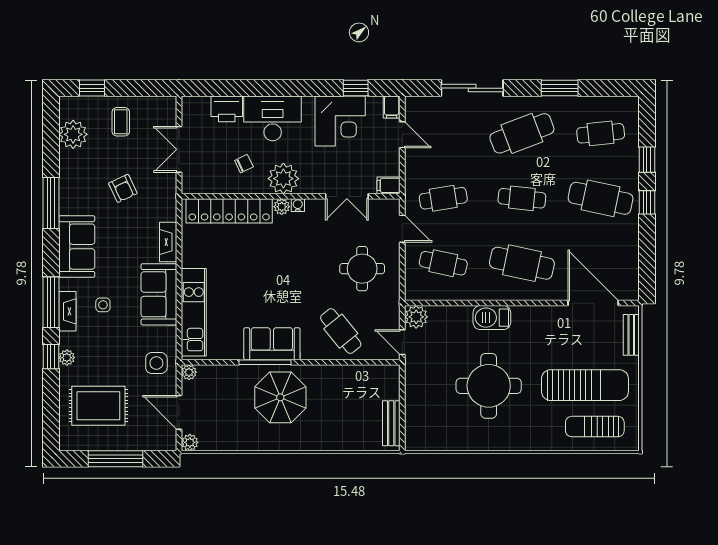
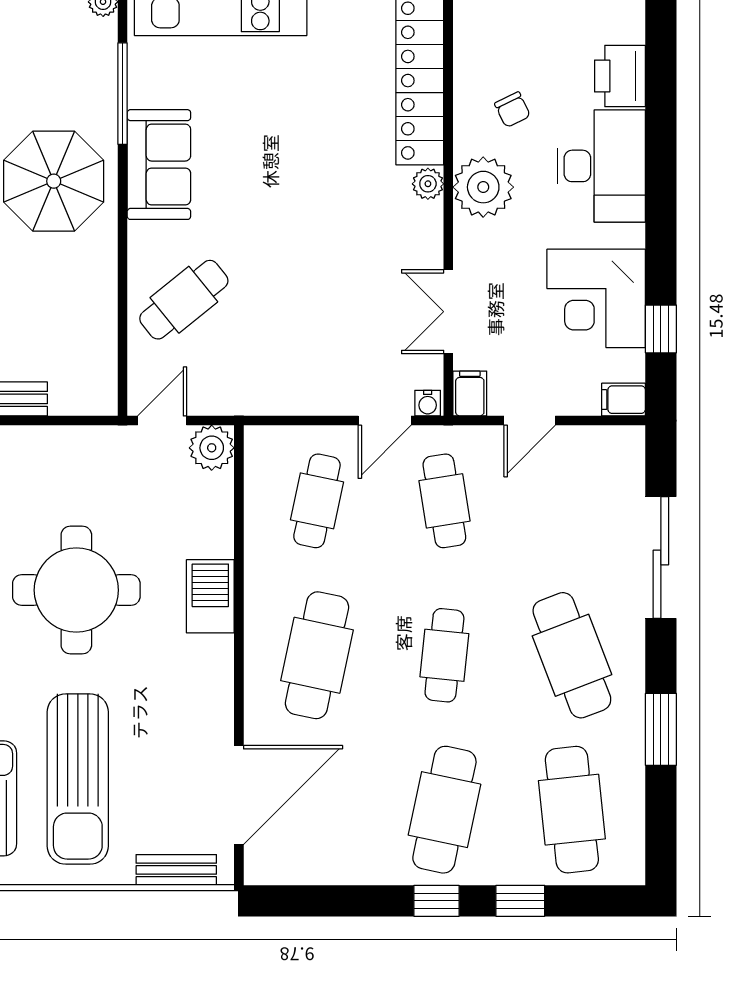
cafe table: (601, 133) -> (572, 810), width x1.37, depth x1.35
door: (402, 135) -> (530, 421), moved
water cooler: (298, 205) -> (428, 403), moved, turned 90
round table: (362, 269) -> (306, 342), removed
window: (265, 362) -> (122, 94), moved

